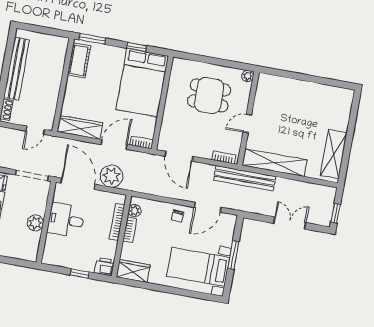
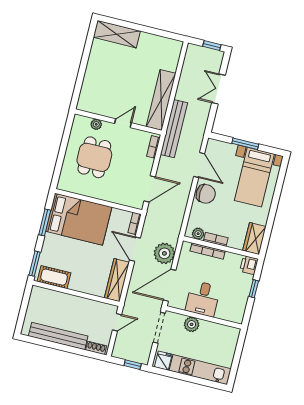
window: (137, 47) -> (45, 222), width x1.50
plant: (248, 76) -> (96, 124), moved
door: (247, 124) -> (123, 123), swing flipped
door: (35, 130) -> (117, 322), hinge flipped
shelving: (334, 154) -> (117, 34), moved
chair: (177, 216) -> (206, 194), width x1.87, depth x1.87
plant: (35, 223) -> (192, 324), moved

